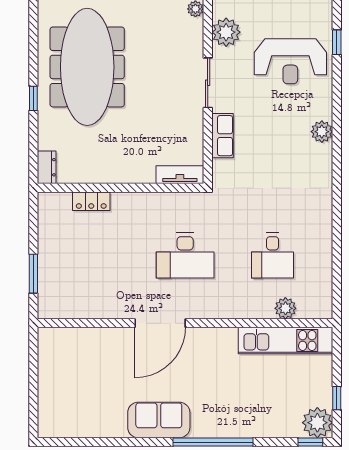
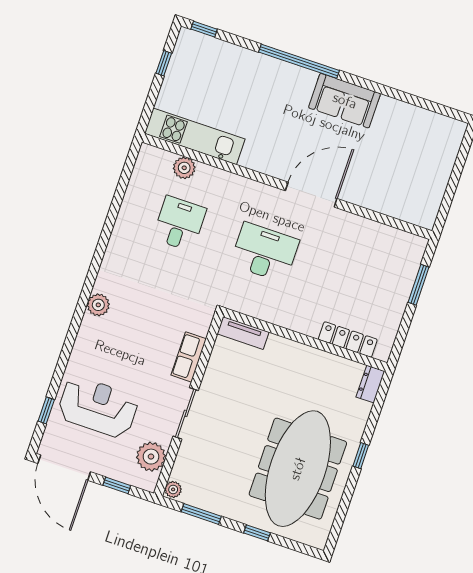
plant: (322, 132) -> (98, 305), moved
locker: (91, 201) -> (348, 339), width x1.53
plant: (317, 423) -> (191, 46), removed

